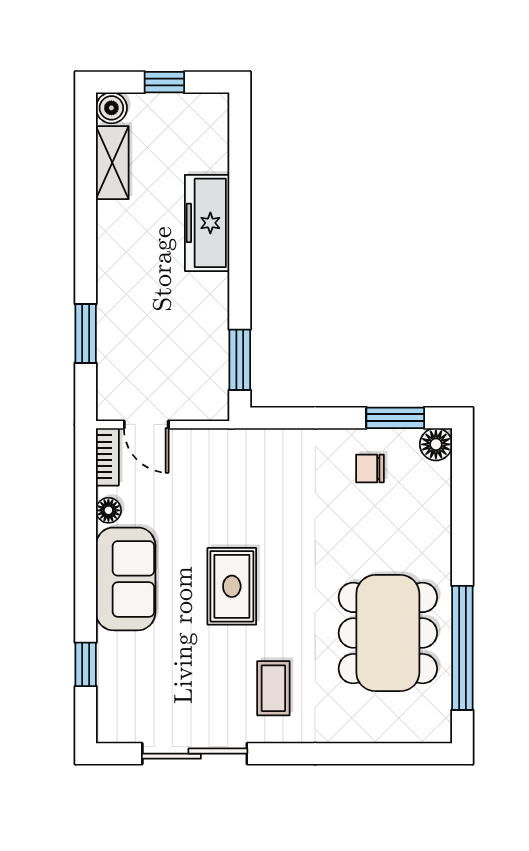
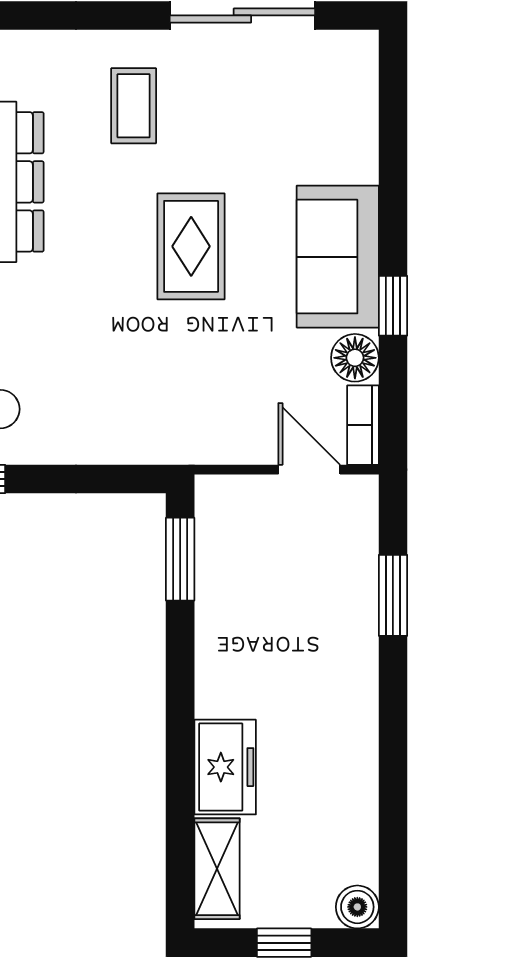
shelving: (112, 163) -> (217, 869), moved
freezer: (207, 223) -> (225, 767), width x0.71
floor lamp: (108, 510) -> (355, 358), width x1.37, depth x1.37
window: (86, 664) -> (393, 306), moved

